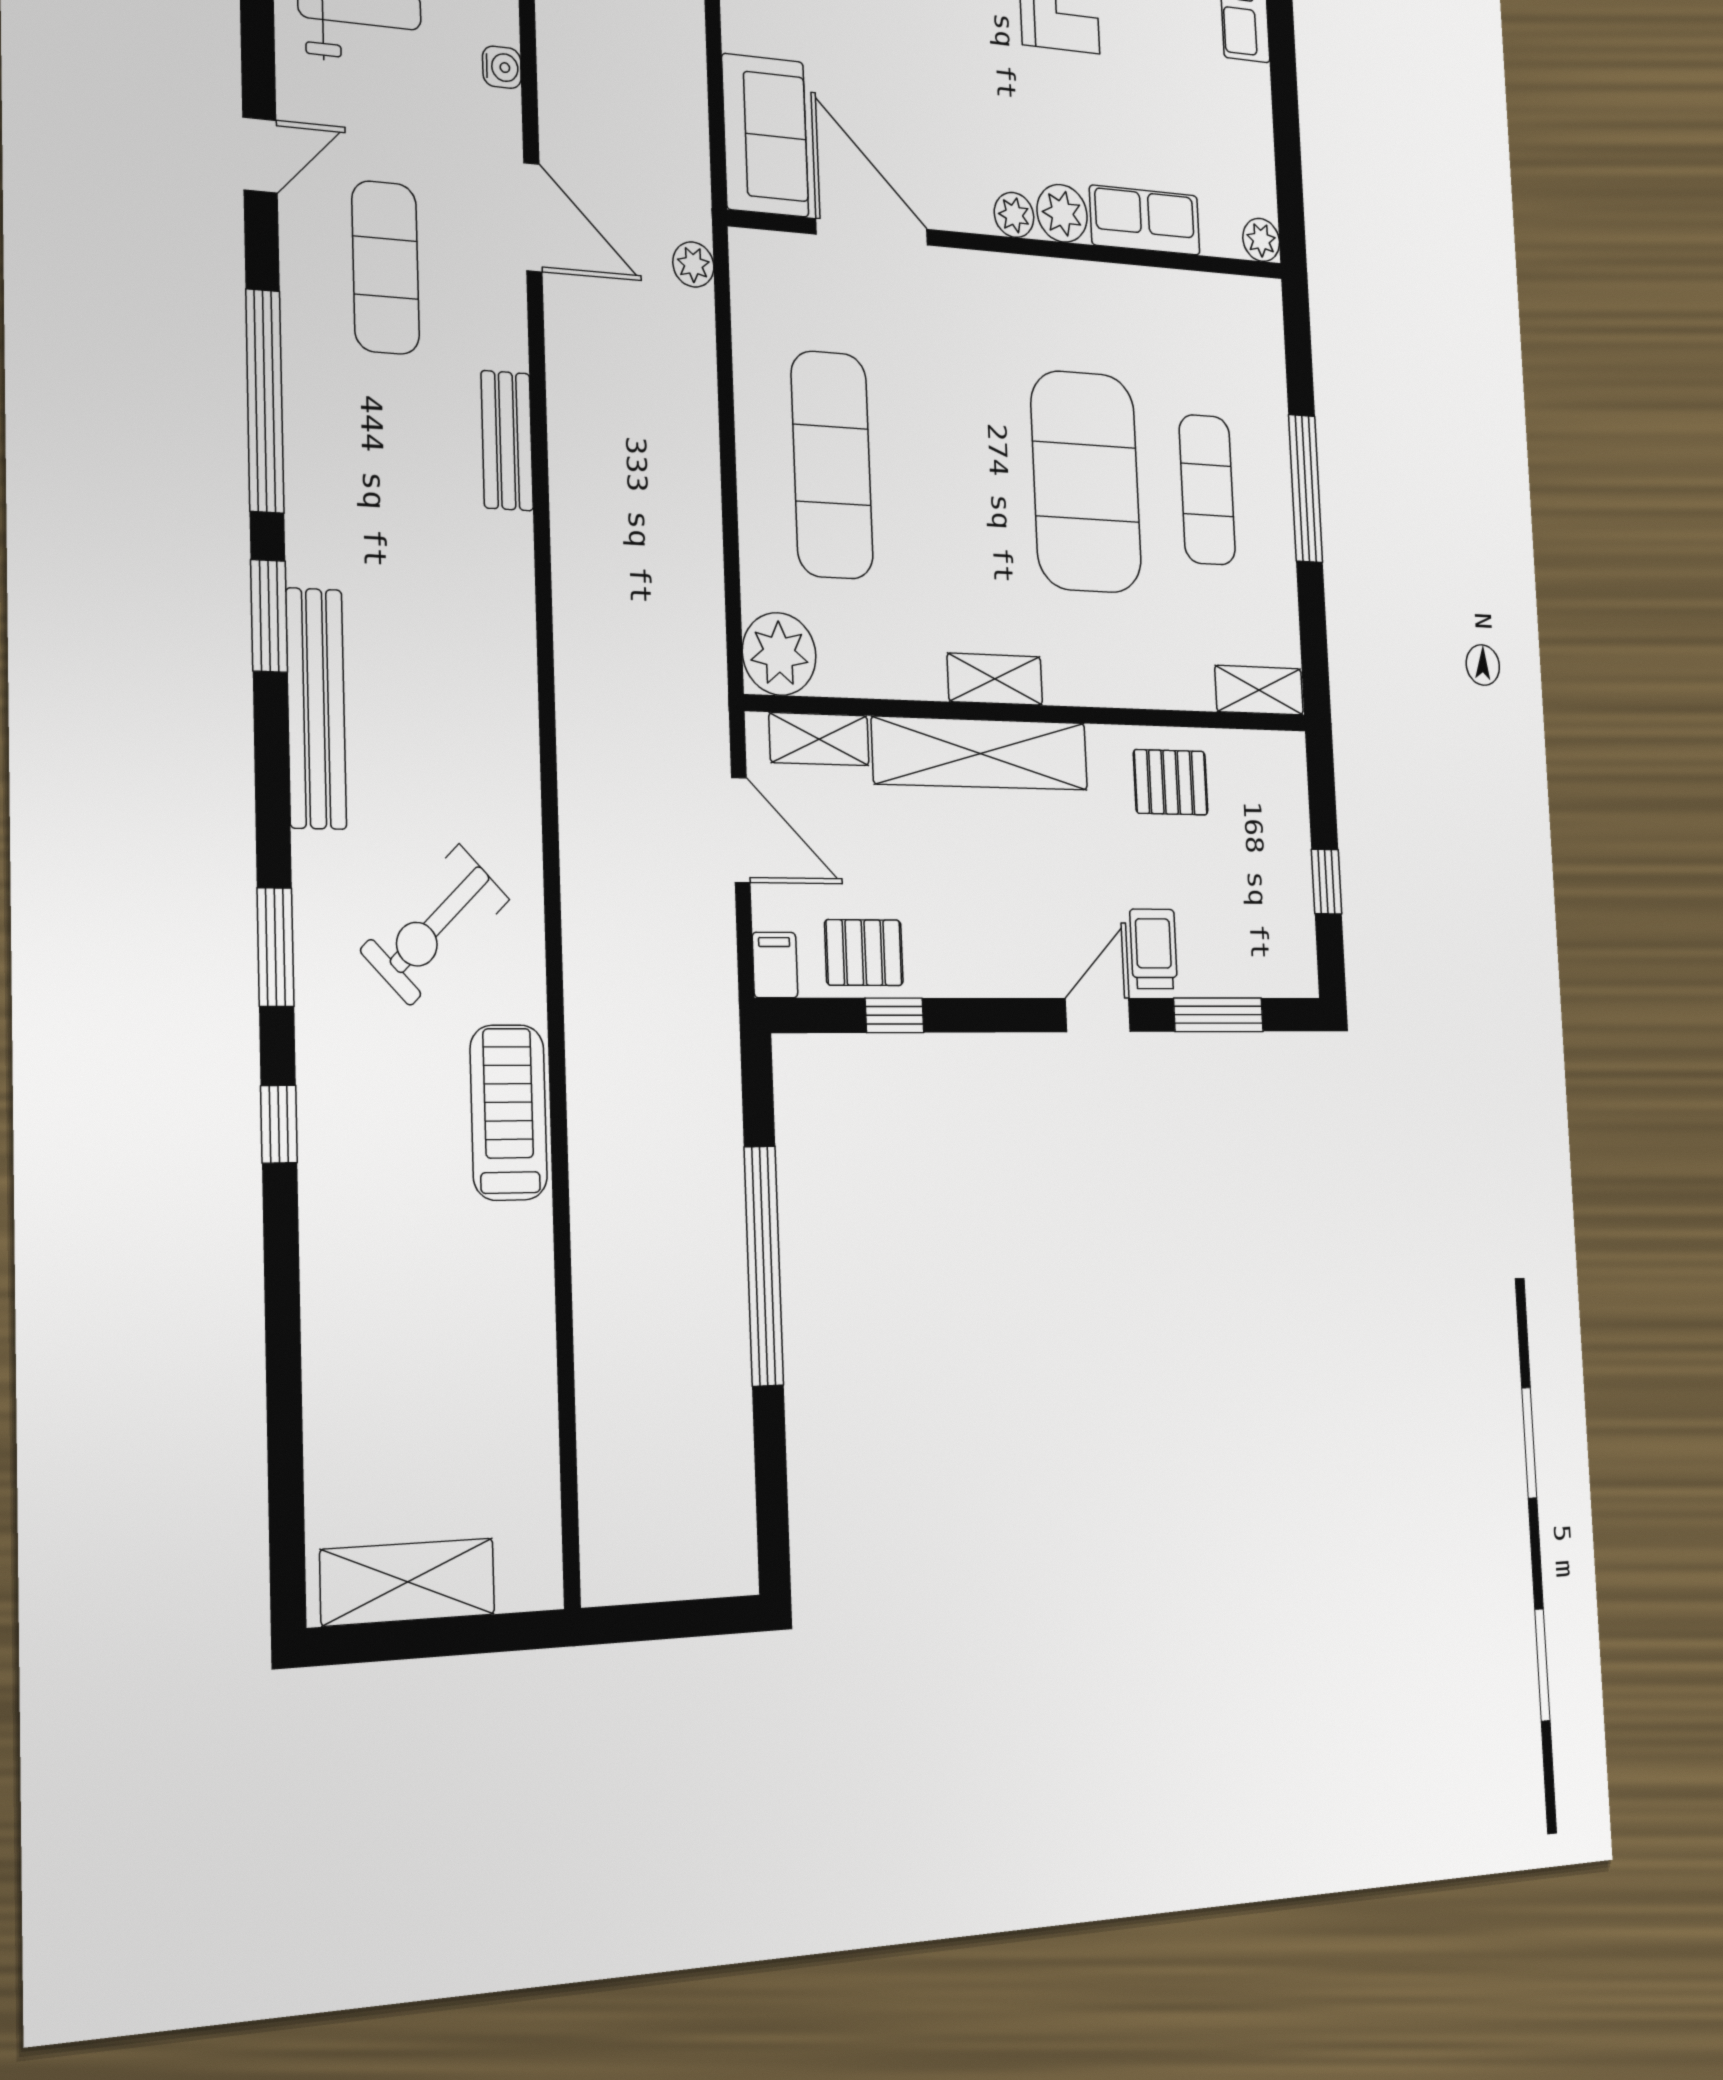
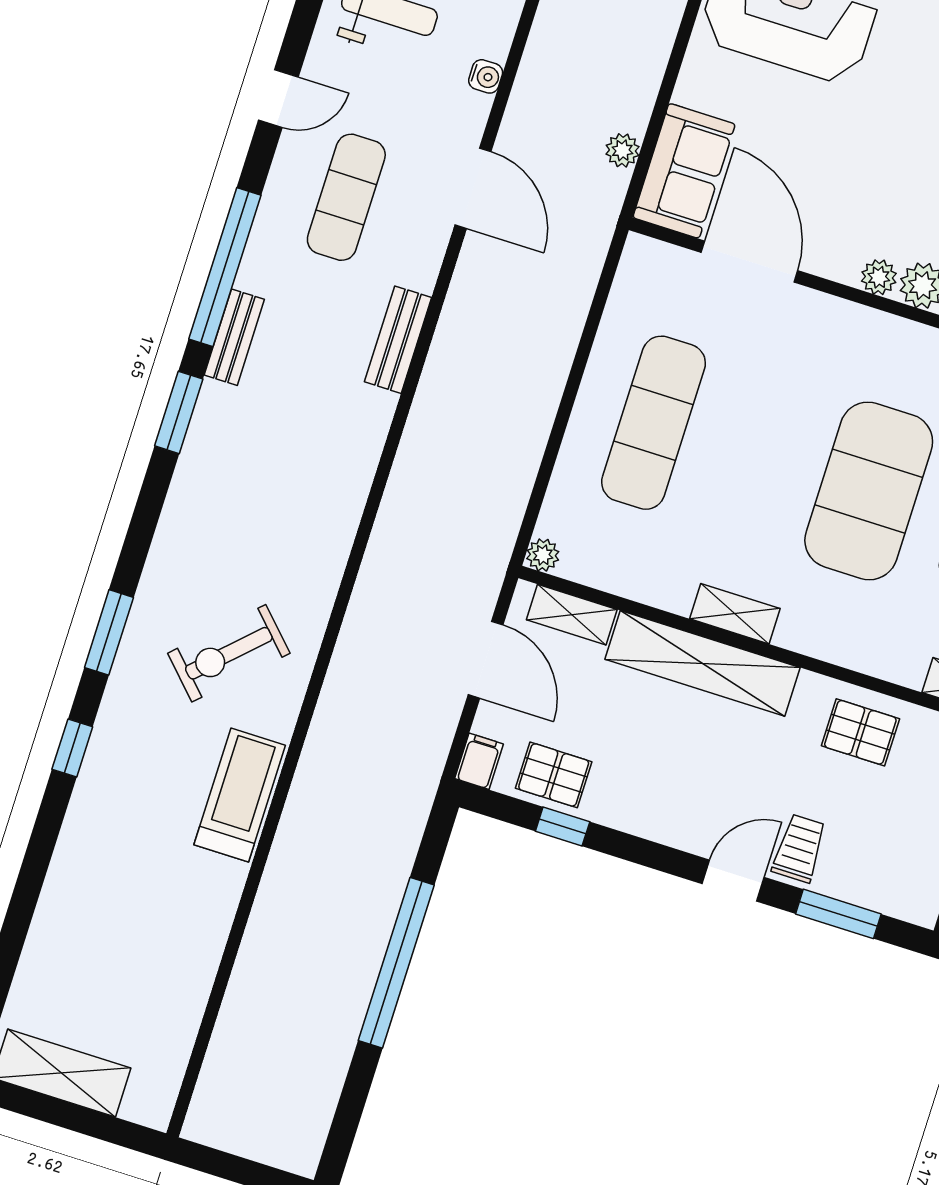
plant: (693, 264) -> (622, 150), moved
plant: (779, 654) -> (543, 555), width x0.53, depth x0.53
bench: (316, 708) -> (234, 337), moved, width x0.54, depth x0.82

